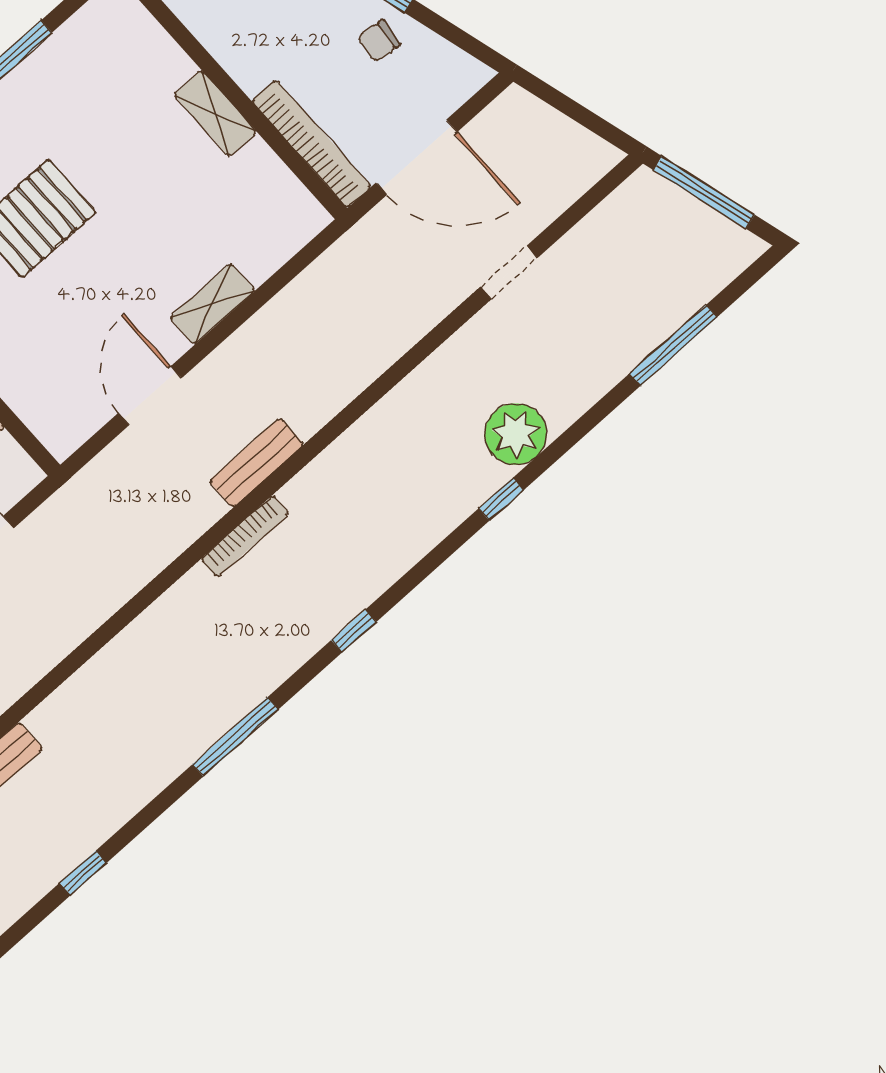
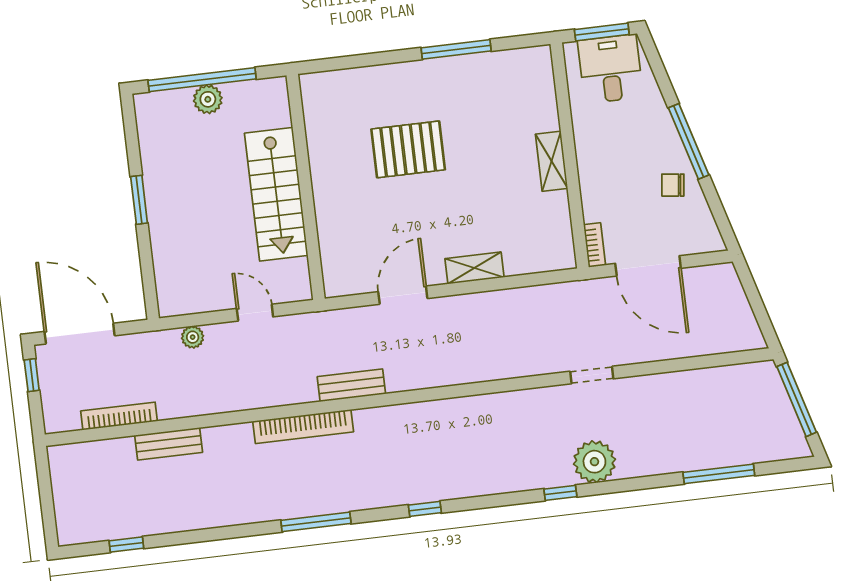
bookcase: (312, 144) -> (595, 245), width x0.43, depth x0.76
doorway: (509, 272) -> (592, 375), moved
bench: (256, 463) -> (351, 385), moved
bookcase: (245, 536) -> (303, 427), moved, width x1.48, depth x1.31
window: (83, 873) -> (126, 545), moved

